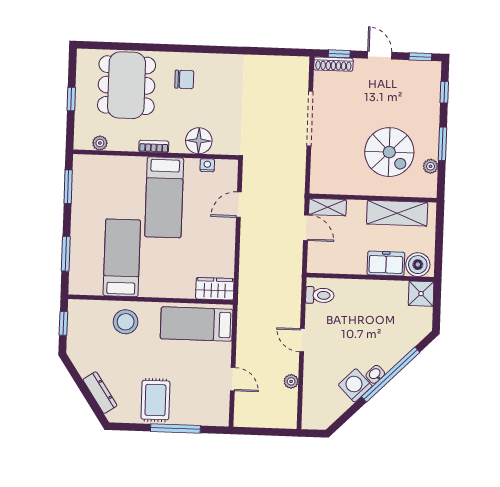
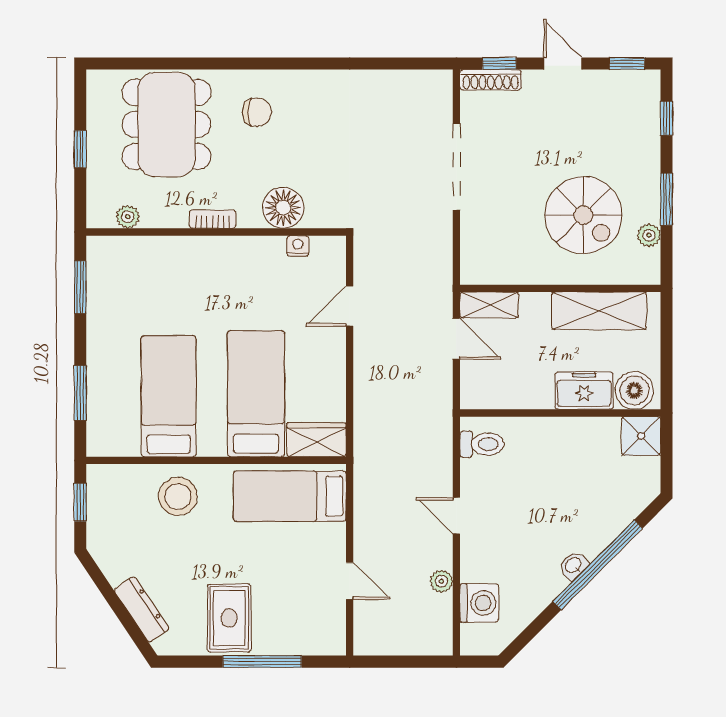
bed: (164, 197) -> (256, 394), moved, turned 180
washing machine: (355, 385) -> (479, 603), moved, turned 135

